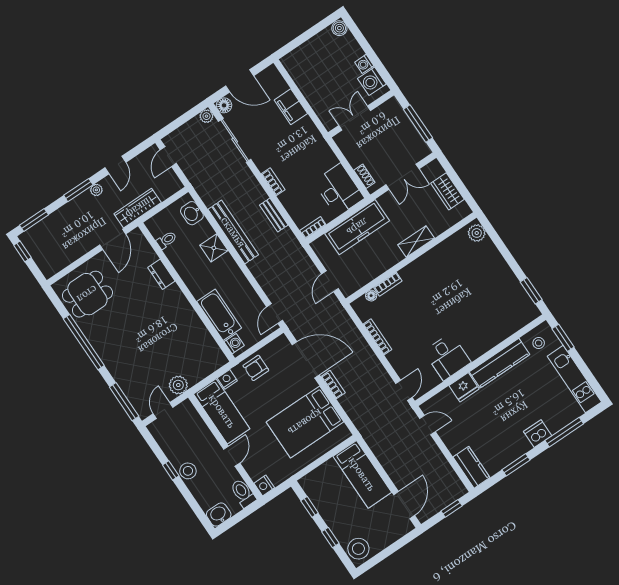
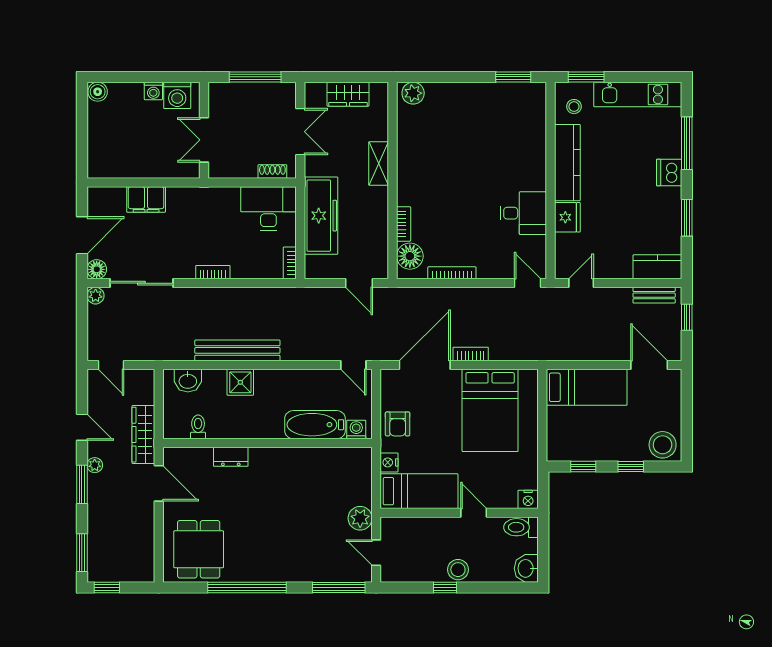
bench: (274, 215) -> (654, 295), moved
floor lamp: (371, 296) -> (410, 256), width x1.89, depth x1.89

